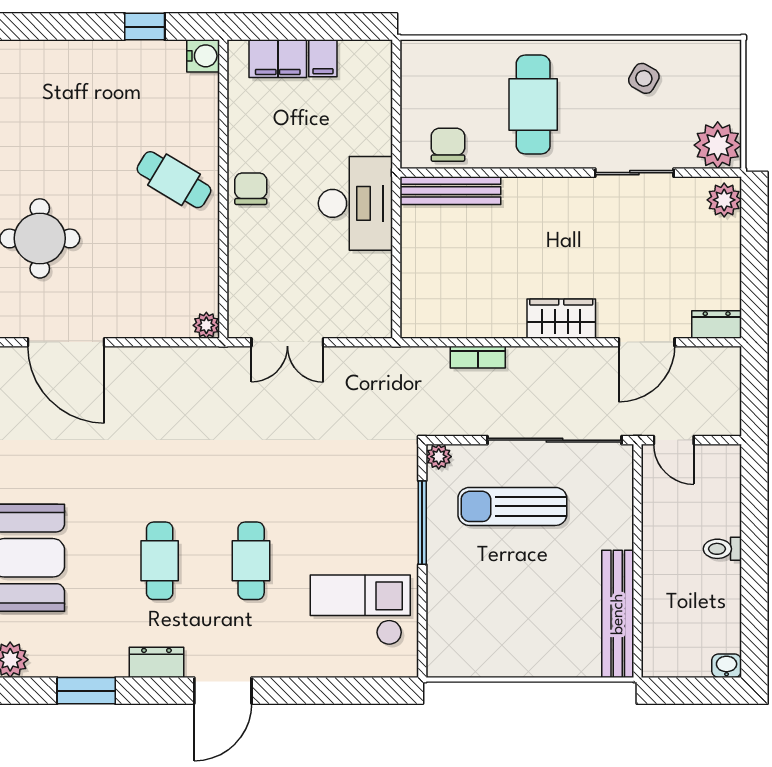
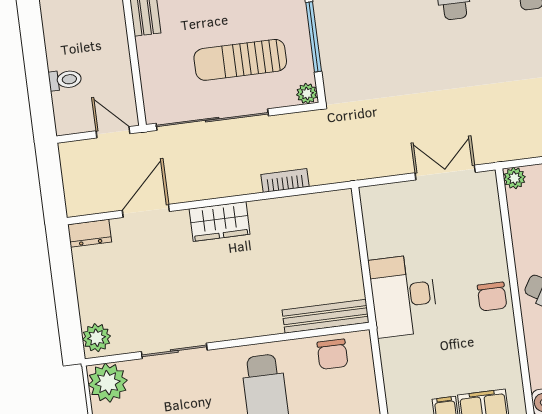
sun lounger: (512, 506) -> (240, 60), turned 180
toilet: (722, 549) -> (65, 80), moved

